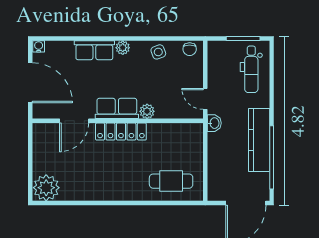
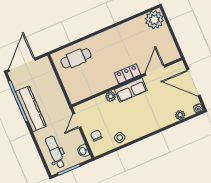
plant: (123, 48) -> (180, 115), moved
chair: (190, 49) -> (96, 136), moved
row of seats: (94, 50) -> (161, 121), removed
door: (205, 99) -> (77, 120), swing flipped
washbasin: (214, 123) -> (83, 151), moved
locker: (121, 132) -> (128, 74), width x0.66

